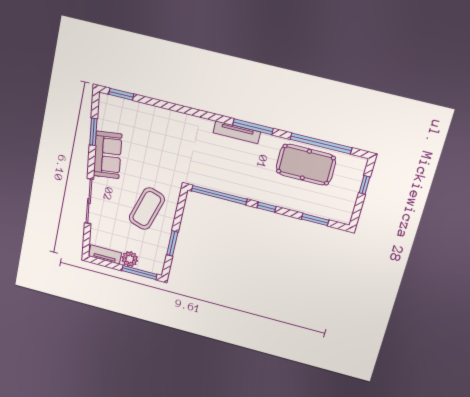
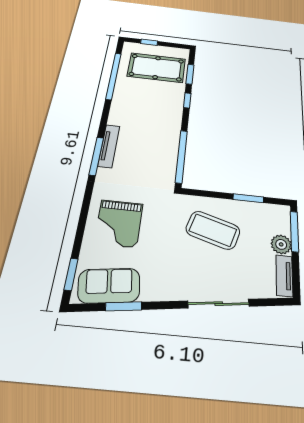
window: (253, 127) -> (96, 156), moved
grand piano: (160, 134) -> (119, 223), added
sofa: (108, 155) -> (109, 286), moved
pool table: (306, 165) -> (157, 68), moved, turned 90
window: (266, 207) -> (187, 100), moved

